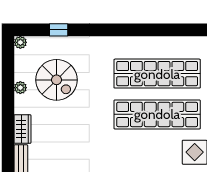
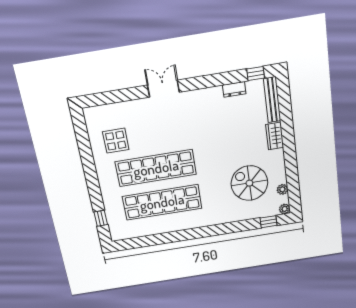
window: (59, 30) -> (268, 222), moved
plant: (20, 88) -> (282, 189), moved

